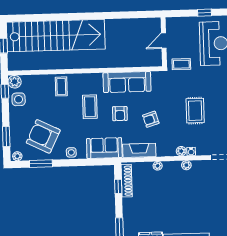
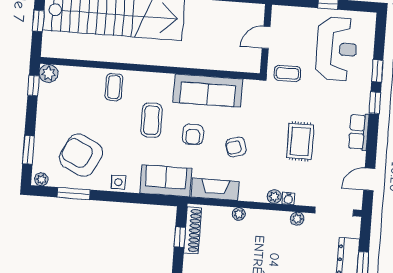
side table: (19, 99) -> (52, 99), removed
plant: (186, 165) -> (297, 219), moved

